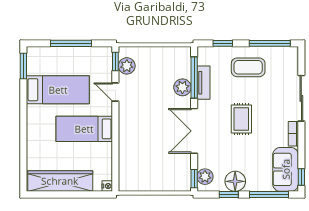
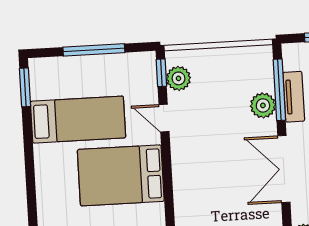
bed: (84, 129) -> (121, 175), width x1.50

